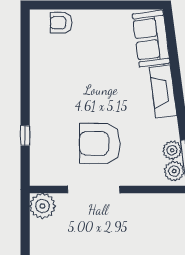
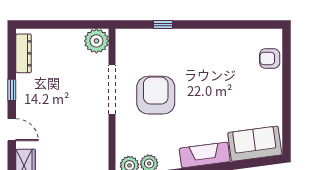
armchair: (61, 23) -> (270, 58), turned -90

